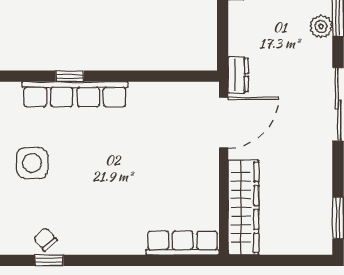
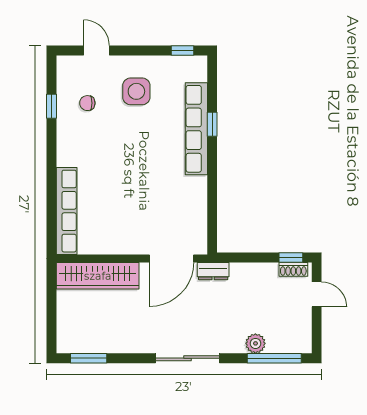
door: (224, 123) -> (172, 259), hinge flipped
chair: (45, 239) -> (87, 103), moved, turned -139
row of seats: (183, 243) -> (67, 211), width x1.36

